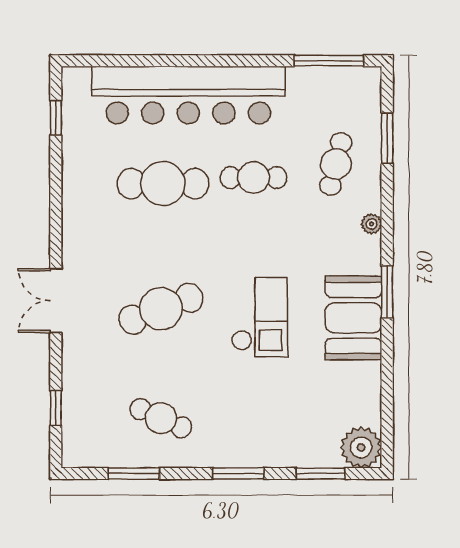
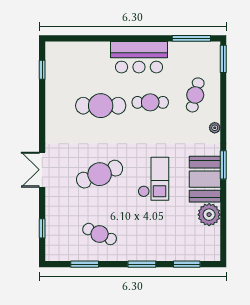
bar counter: (188, 95) -> (139, 57), width x0.54
window: (387, 138) -> (223, 59), moved
plant: (361, 447) -> (209, 215), moved

